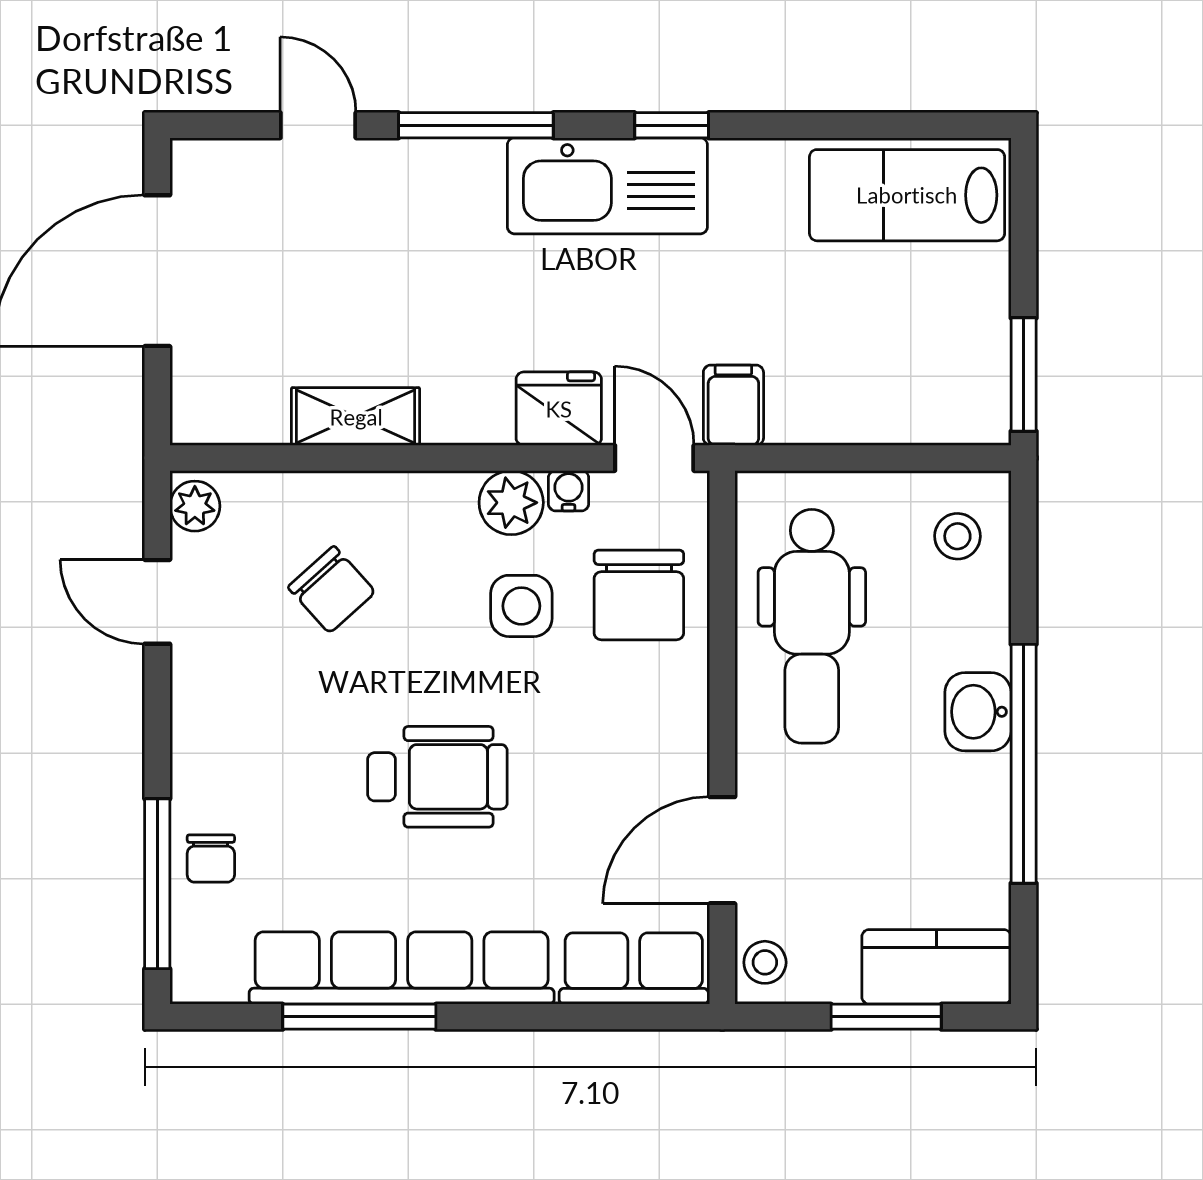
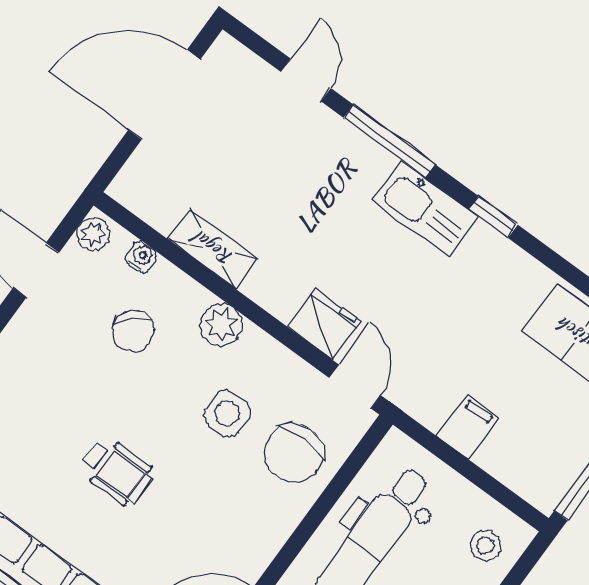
kitchen sink: (607, 186) -> (425, 209), width x0.73, depth x0.81
filing cabinet: (733, 405) -> (468, 426), moved
water cooler: (569, 491) -> (141, 257), moved
plant: (511, 503) -> (221, 325), moved
wheelchair: (437, 777) -> (117, 471), width x0.73, depth x0.73

